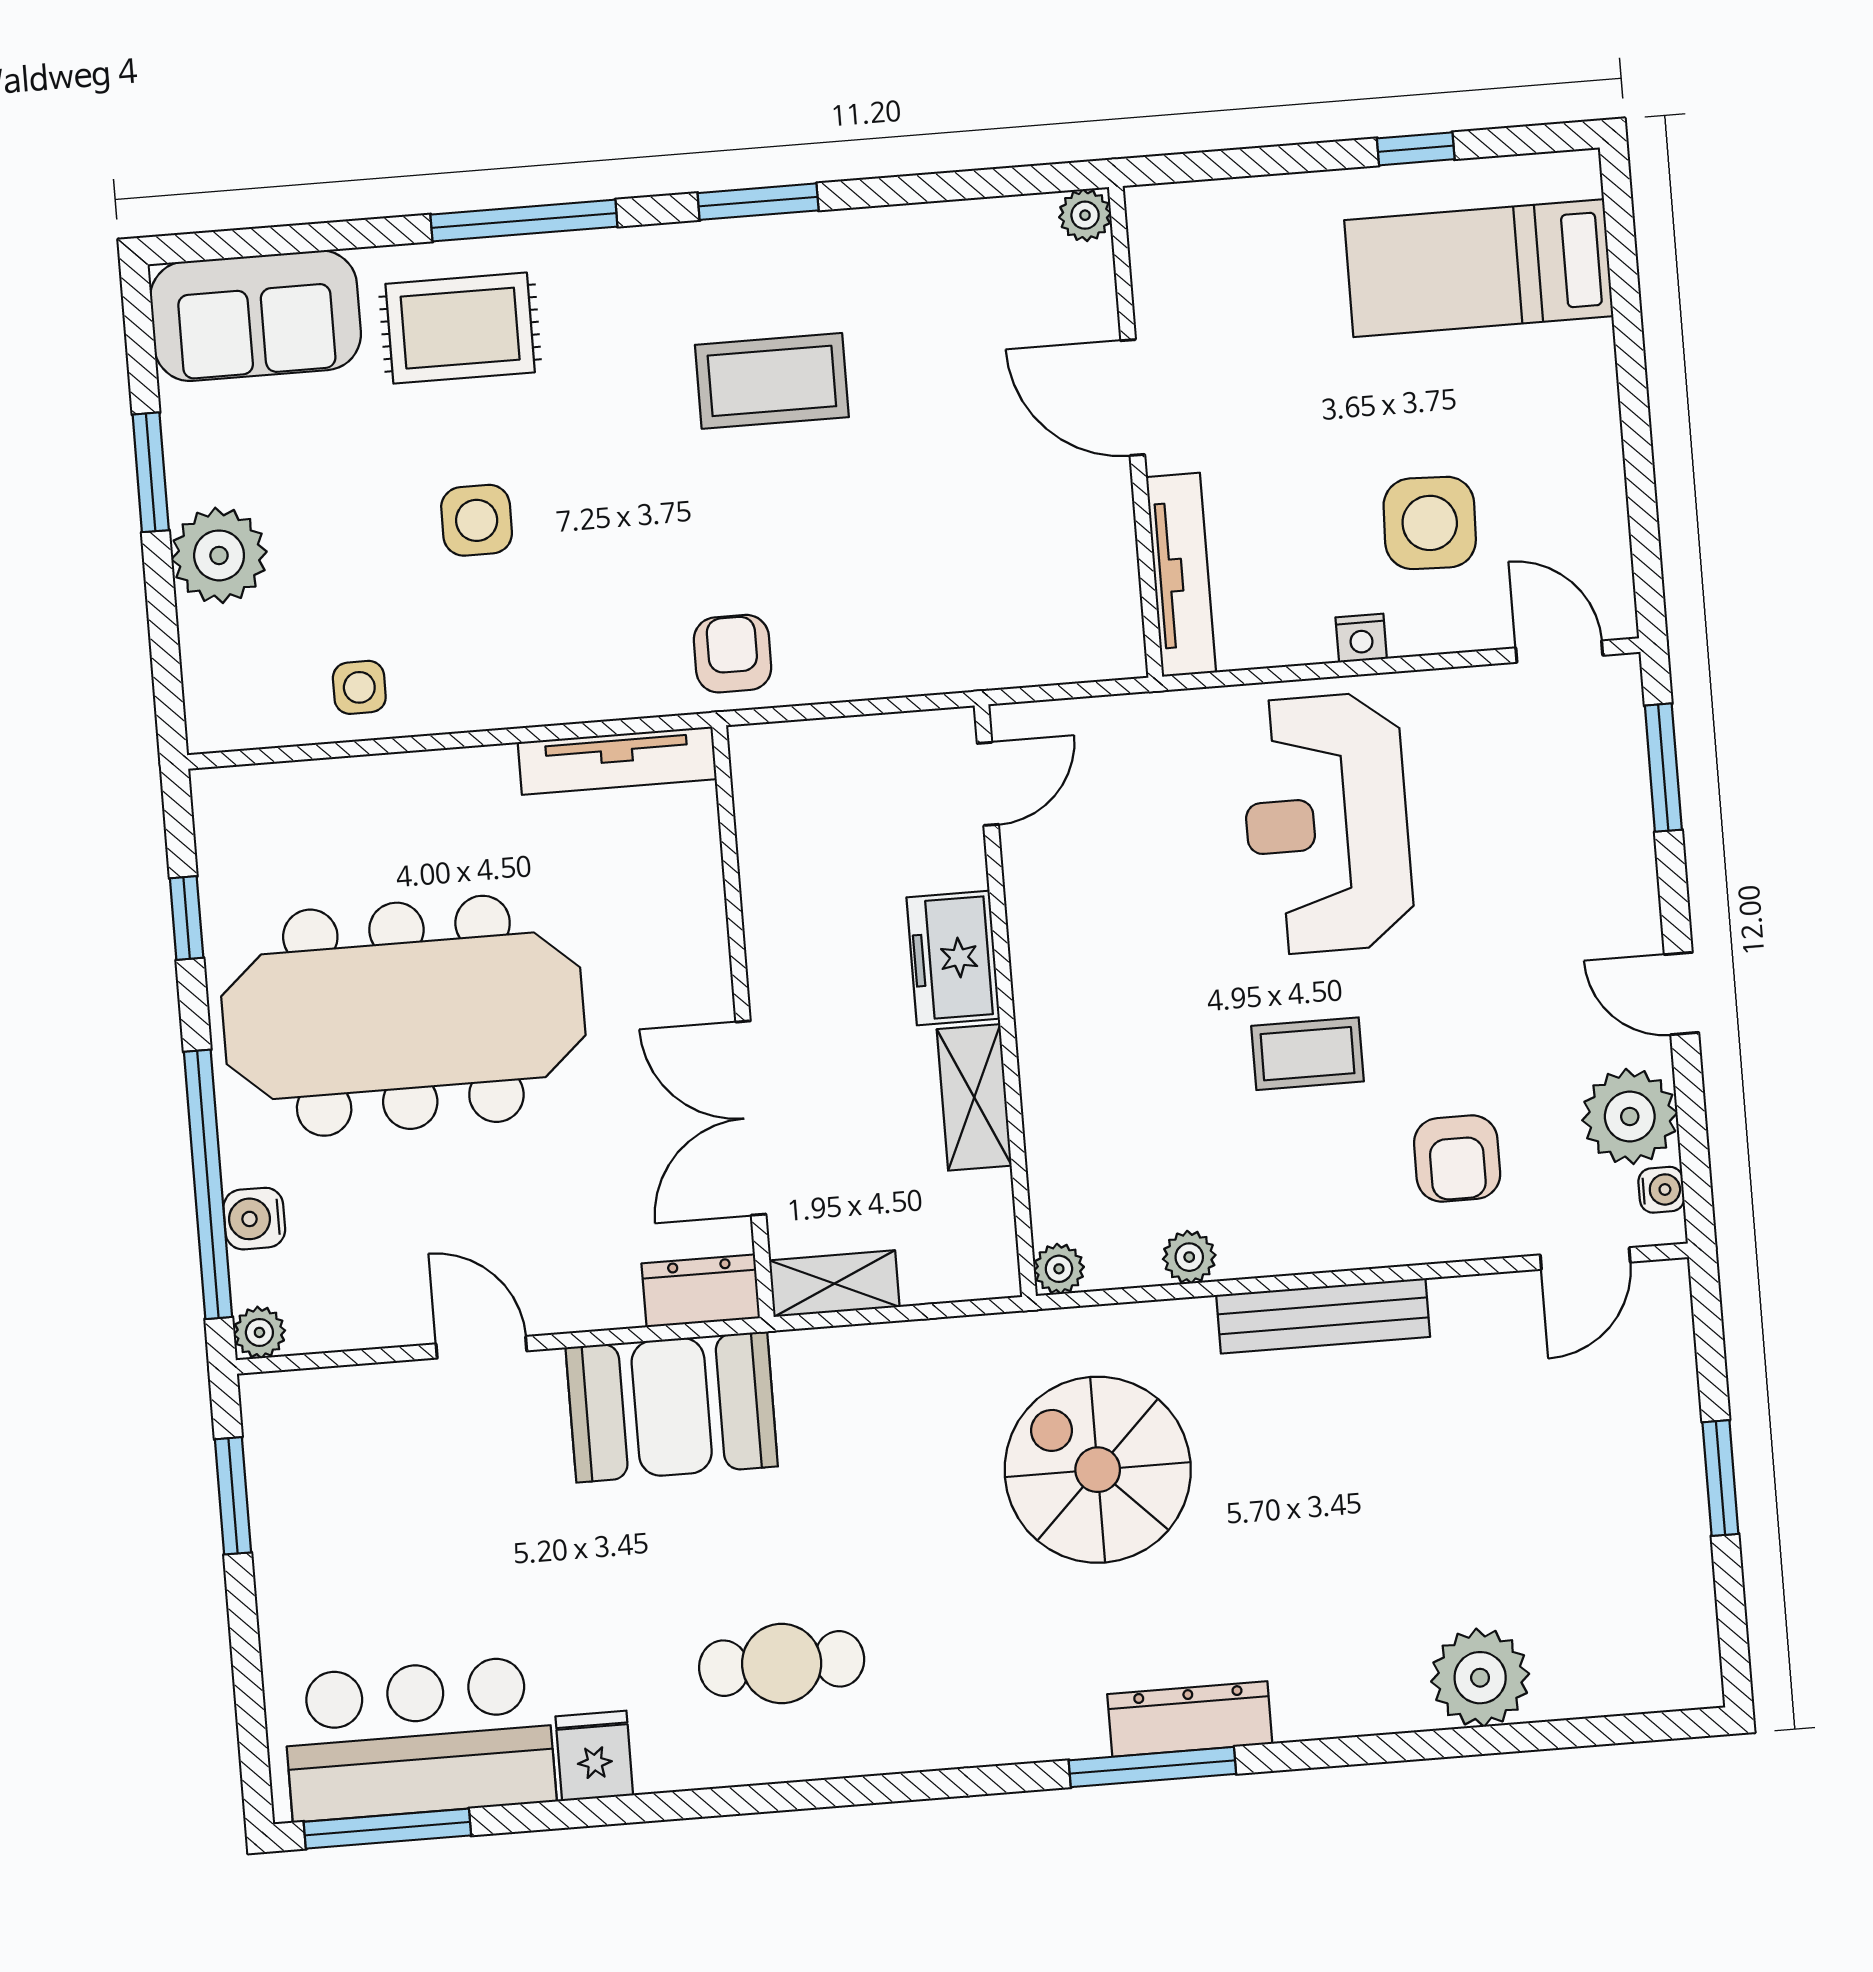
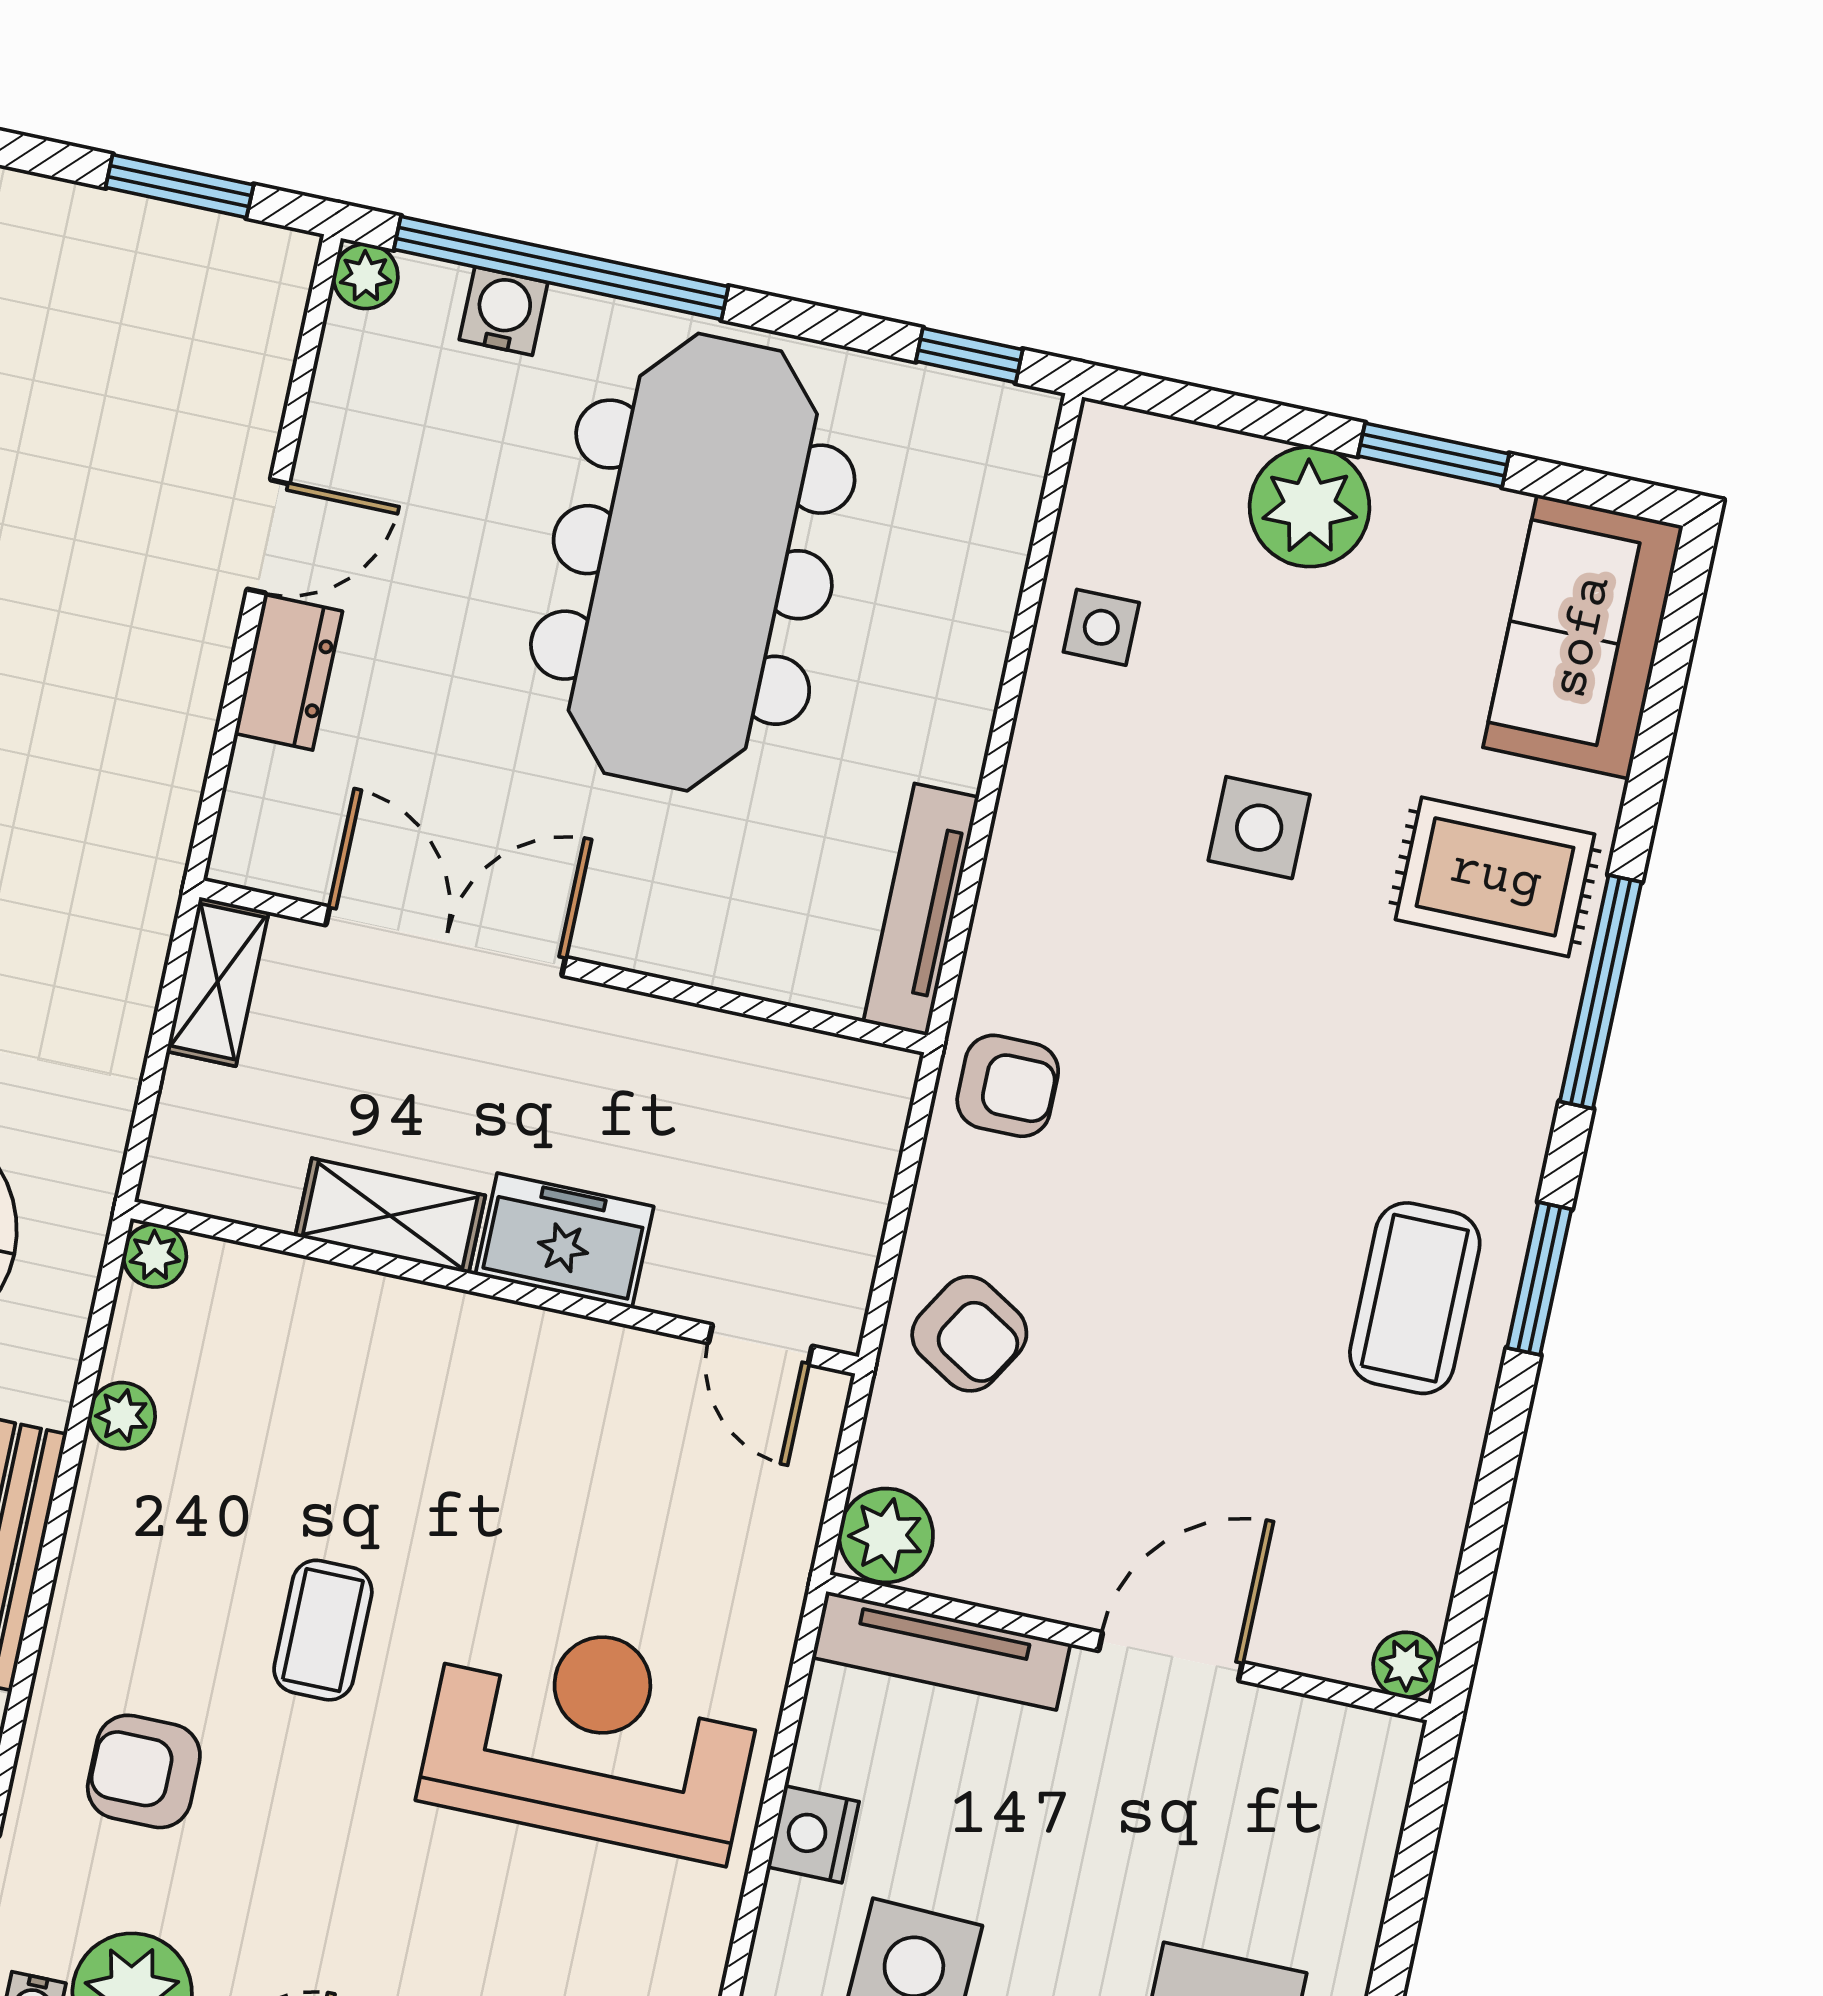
rug: (460, 328) -> (1495, 877), turned 90
coffee table: (772, 381) -> (1415, 1298), moved
armchair: (932, 626) -> (969, 1334), added
nightstand: (1361, 638) -> (813, 1834), width x1.39, depth x1.35
plant: (1105, 644) -> (886, 1535), added
window: (187, 918) -> (969, 355), moved
dresser: (701, 1291) -> (289, 672), moved
booth: (672, 1407) -> (129, 743), removed

